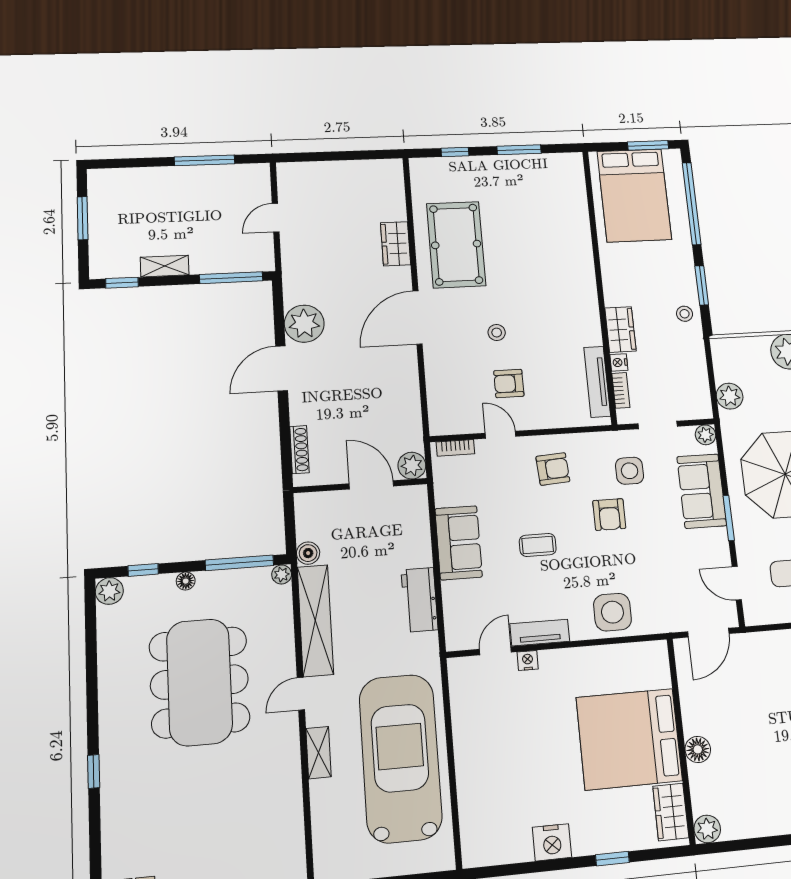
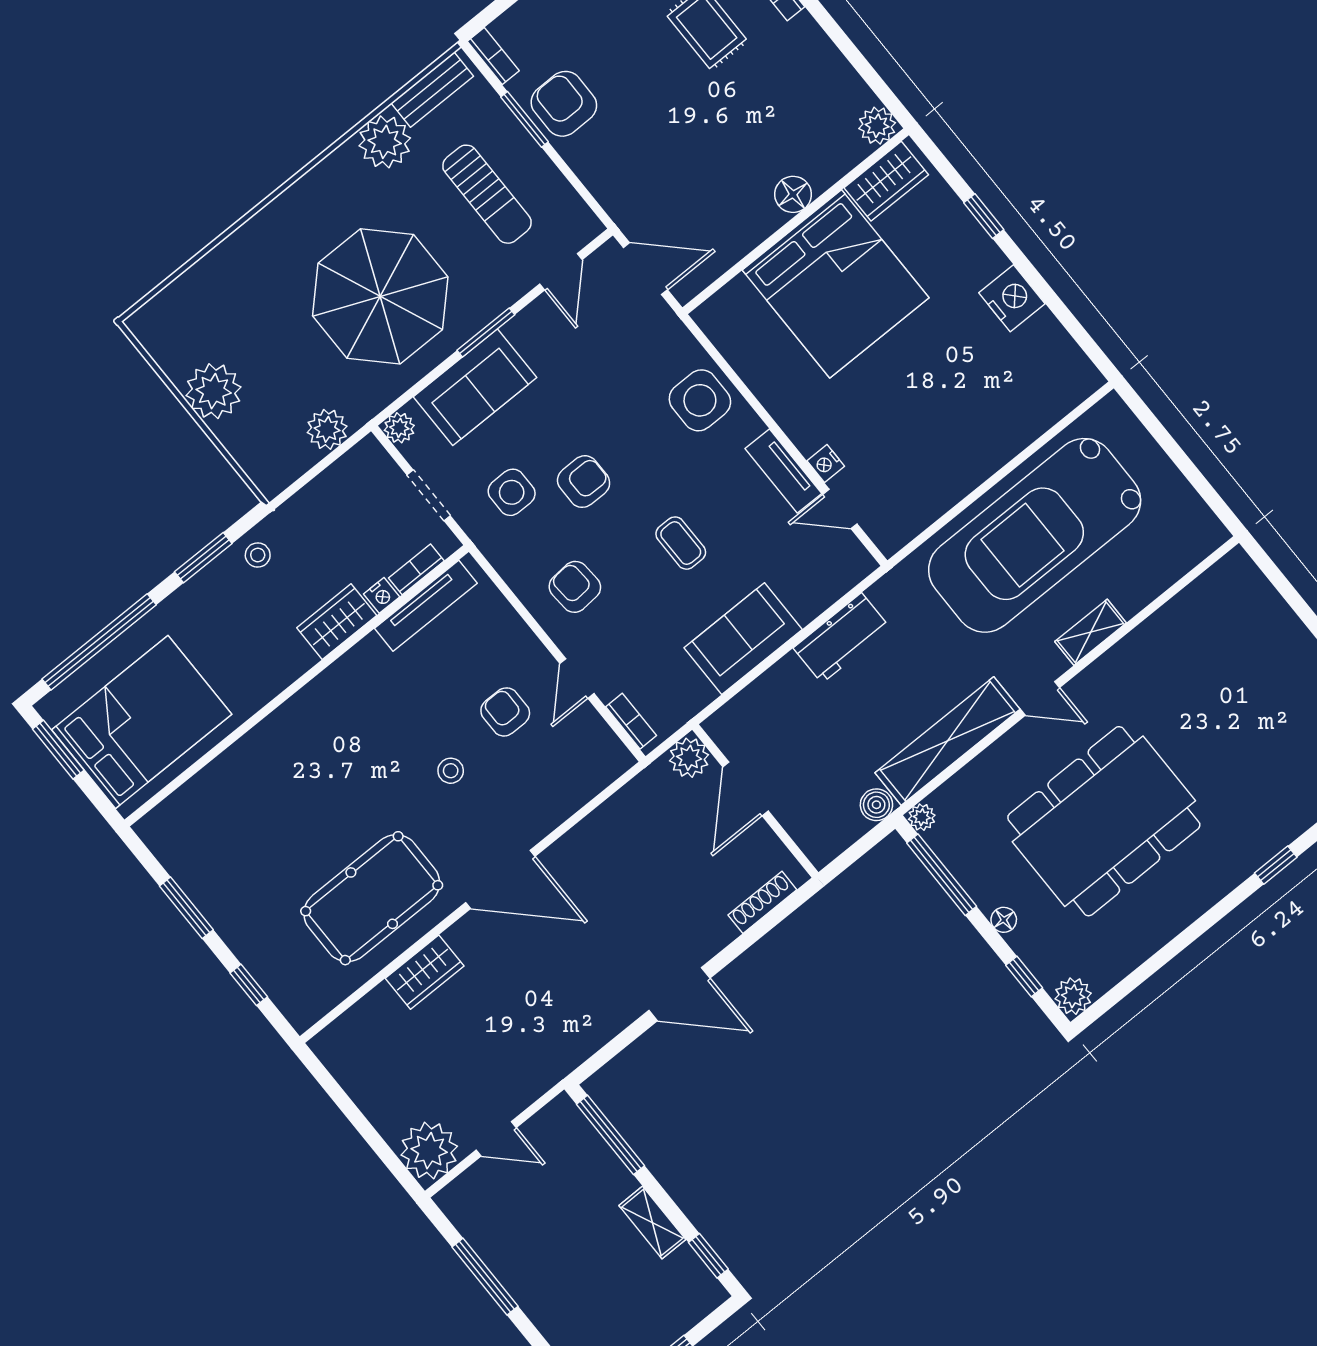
plant: (304, 324) -> (429, 1151), moved
armchair: (509, 383) -> (505, 712), turned 180

